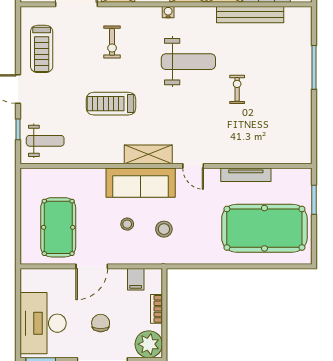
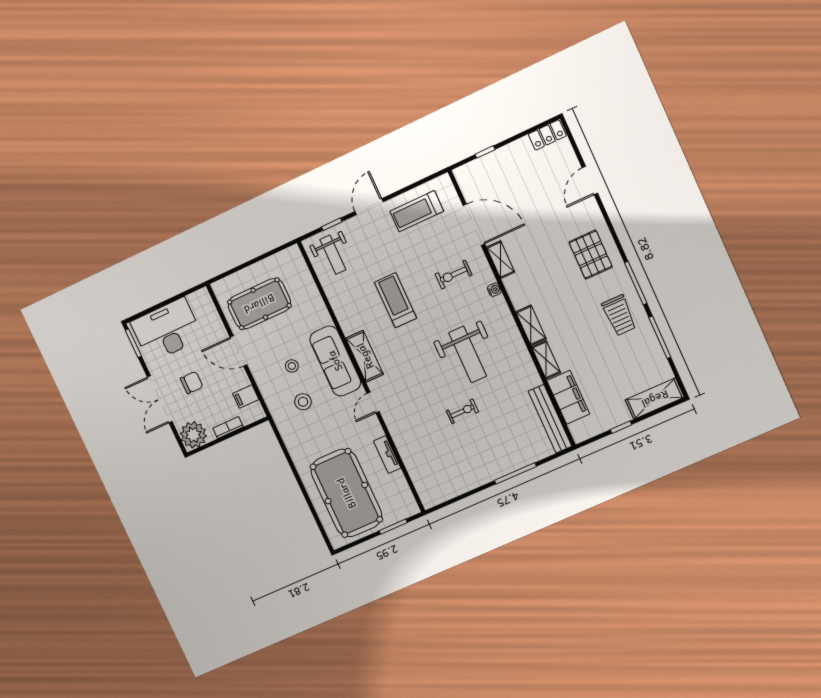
water cooler: (168, 12) -> (494, 290), moved
bench: (250, 15) -> (550, 419), moved
tv unit: (246, 175) -> (387, 455), width x0.71

